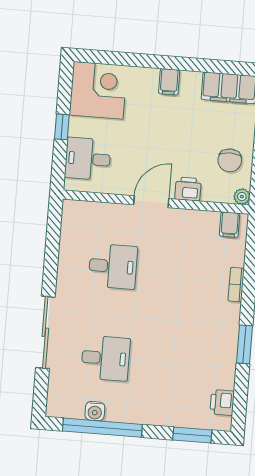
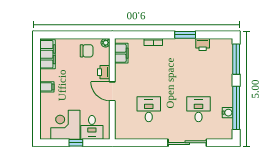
corner desk: (98, 90) -> (65, 125), moved
filing cabinet: (230, 225) -> (121, 53), width x2.00
printer: (222, 402) -> (203, 44), moved
window: (192, 435) -> (236, 59), width x1.44

